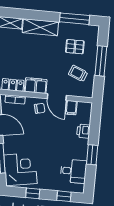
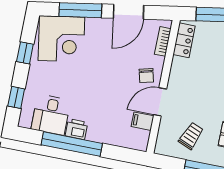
filing cabinet: (36, 86) -> (180, 73), removed
printer: (83, 131) -> (76, 129), moved
window: (92, 155) -> (72, 144), width x2.11

